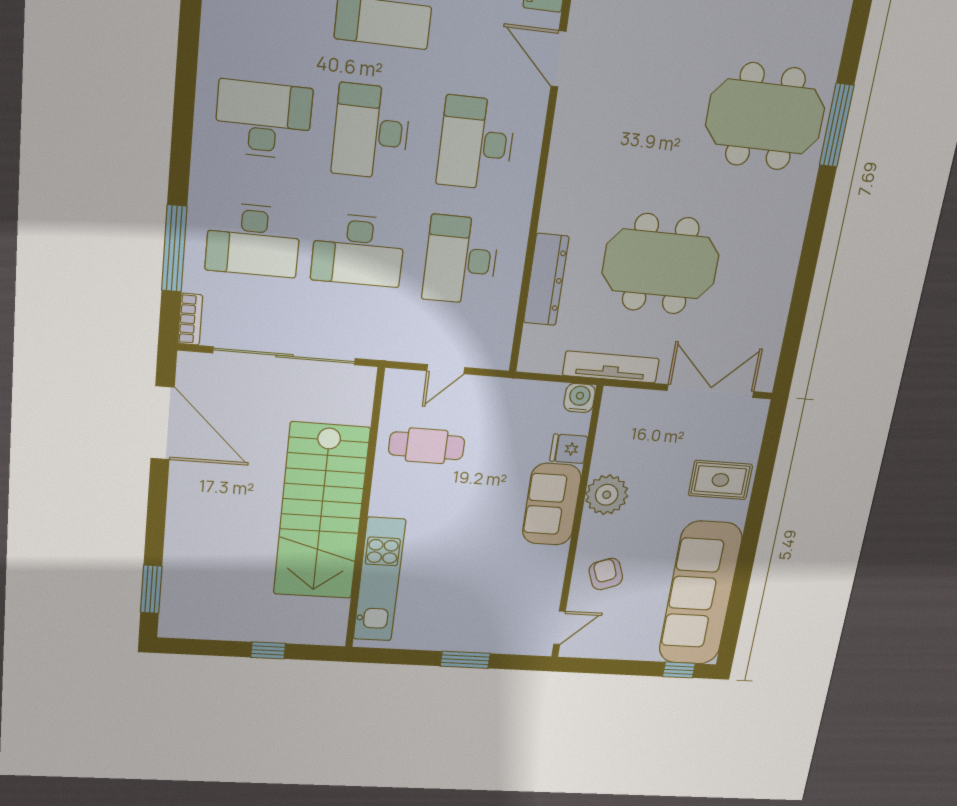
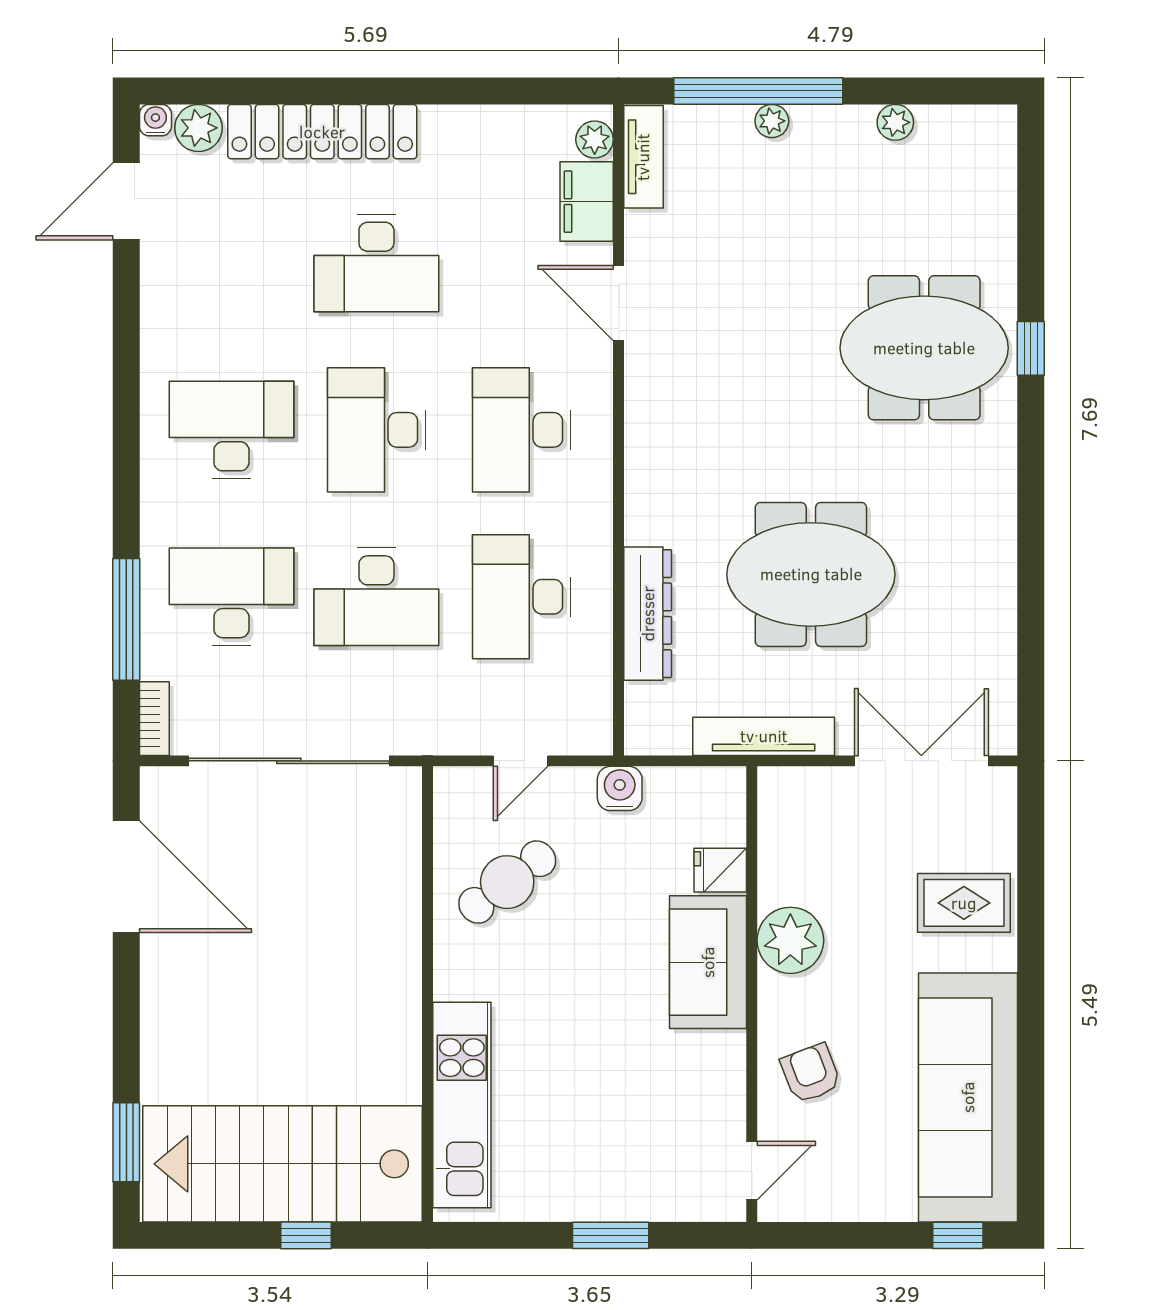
window: (837, 125) -> (1031, 348), width x0.46
desk: (253, 240) -> (231, 597), turned 180
water cooler: (580, 398) -> (620, 788), moved
cafe table: (427, 446) -> (507, 882), turned -37
stairs: (321, 512) -> (283, 1164), moved, turned 90

